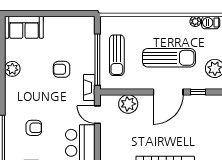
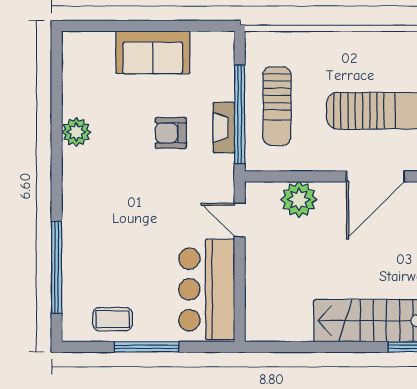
sofa: (24, 27) -> (153, 52), moved
fireplace: (89, 88) -> (224, 128), moved
armchair: (34, 128) -> (118, 245), removed

